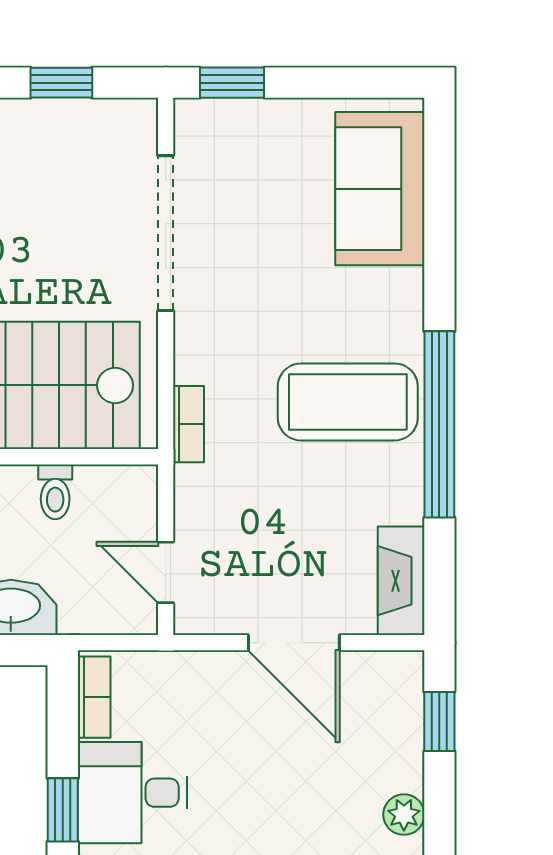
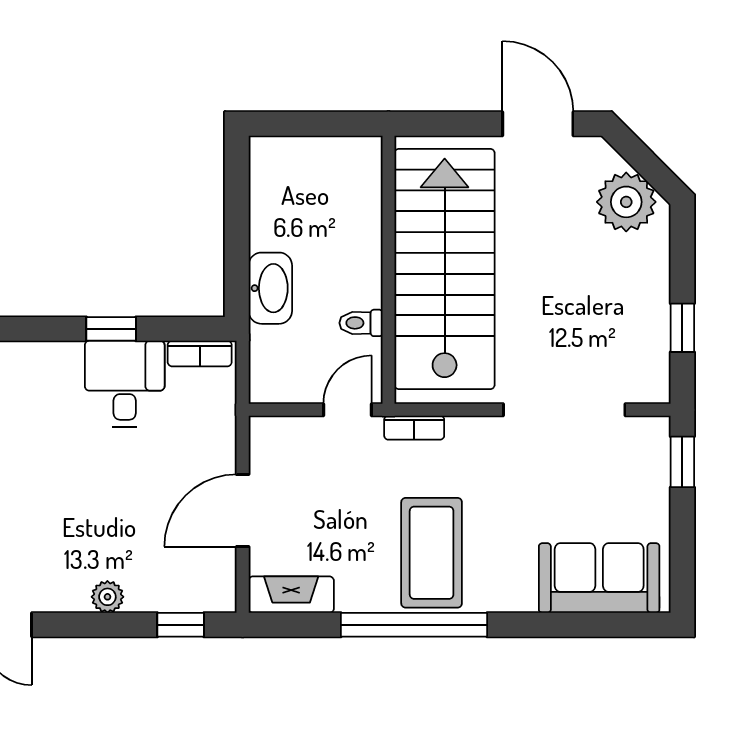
door: (166, 572) -> (347, 410), moved

